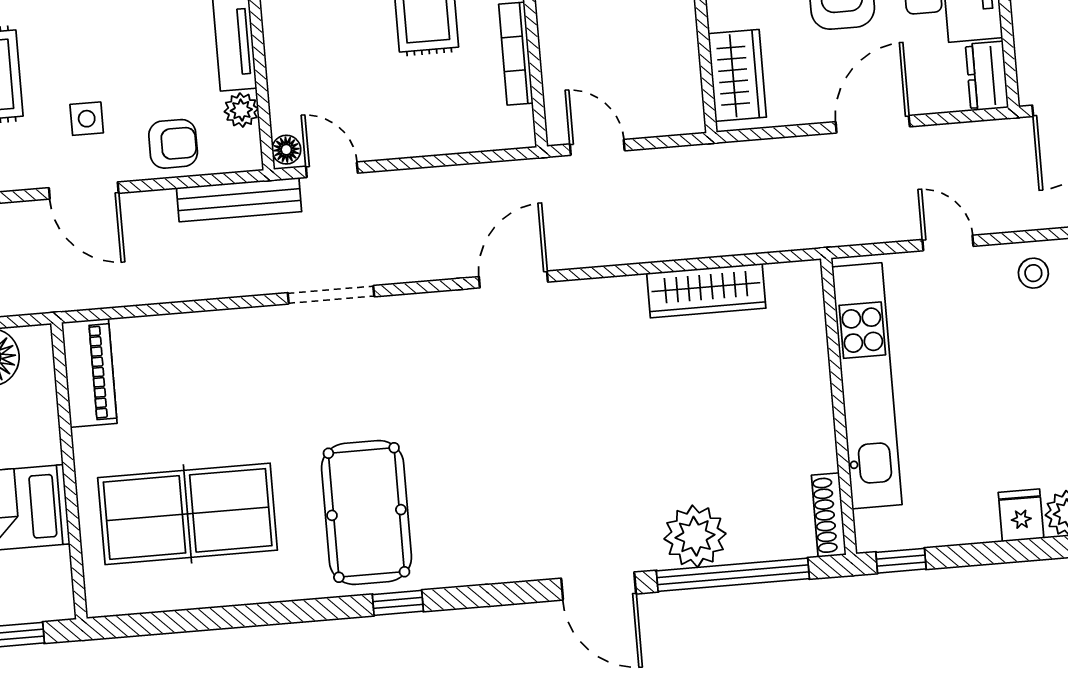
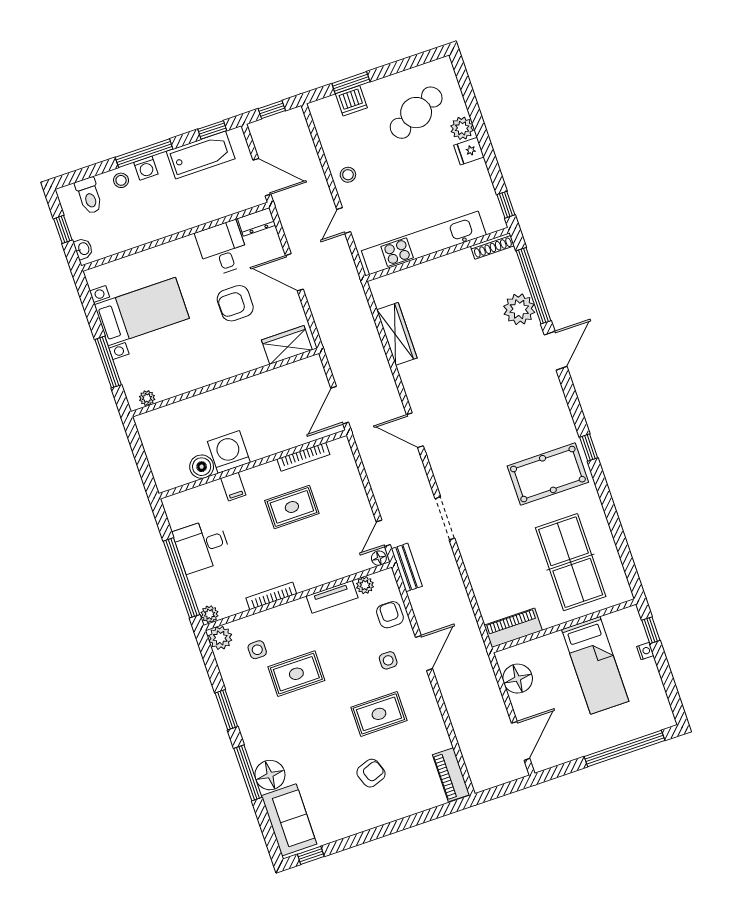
door: (597, 147) -> (340, 405), width x1.38
bench: (239, 200) -> (407, 567), width x0.73

